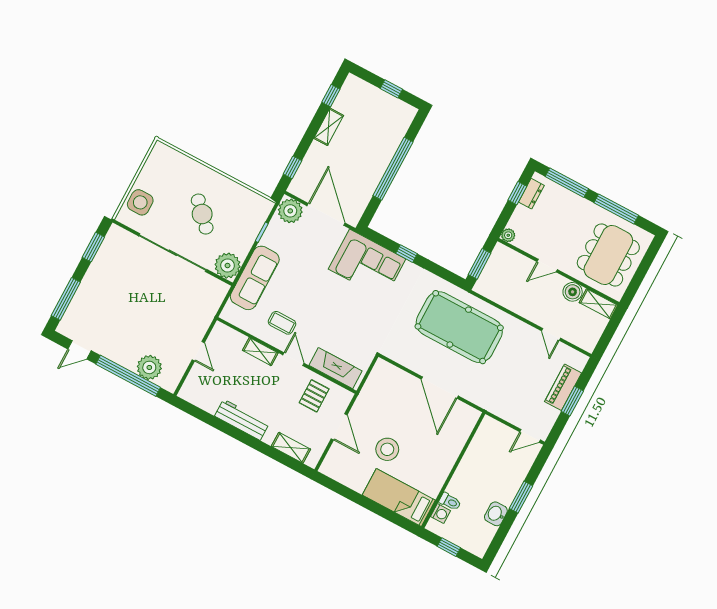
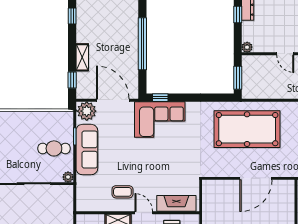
shelving: (329, 127) -> (82, 57), moved
cafe table: (202, 214) -> (54, 148), moved, turned -46
window: (407, 254) -> (160, 98), moved
plant: (228, 266) -> (68, 177), width x0.53, depth x0.53
door: (547, 266) -> (285, 54), hinge flipped
sofa: (255, 278) -> (87, 150), moved
door: (440, 388) -> (256, 178), hinge flipped

